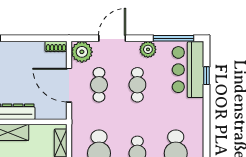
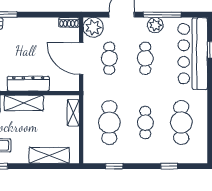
window: (174, 38) -> (162, 15), moved
bar counter: (188, 70) -> (193, 54), width x1.36

